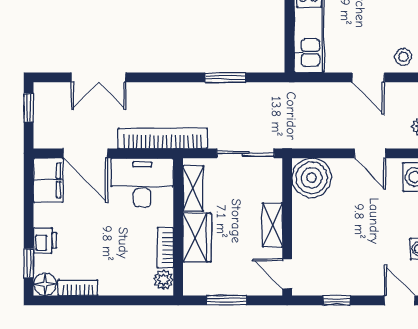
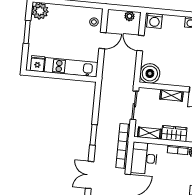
double door: (99, 77) -> (90, 175), swing flipped
window: (226, 77) -> (93, 135), moved
door: (370, 153) -> (140, 43), swing flipped

